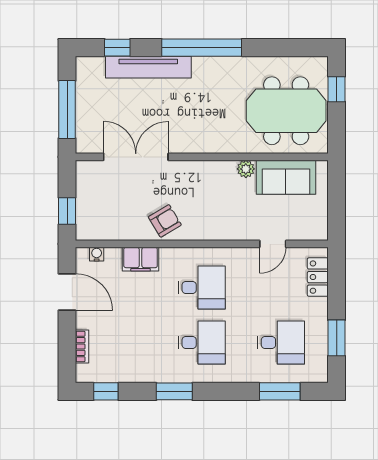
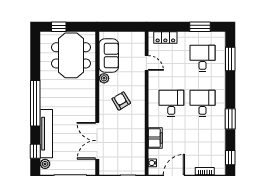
plant: (95, 65) -> (45, 164), added
armchair: (165, 221) -> (121, 101), moved

